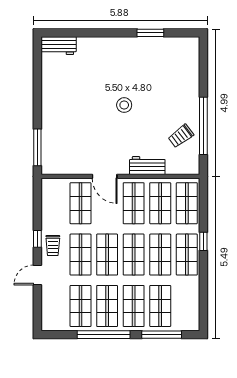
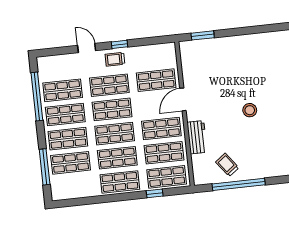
window: (37, 147) -> (203, 35), width x0.69
window: (203, 241) -> (155, 193), moved
window: (104, 335) -> (37, 96), moved

